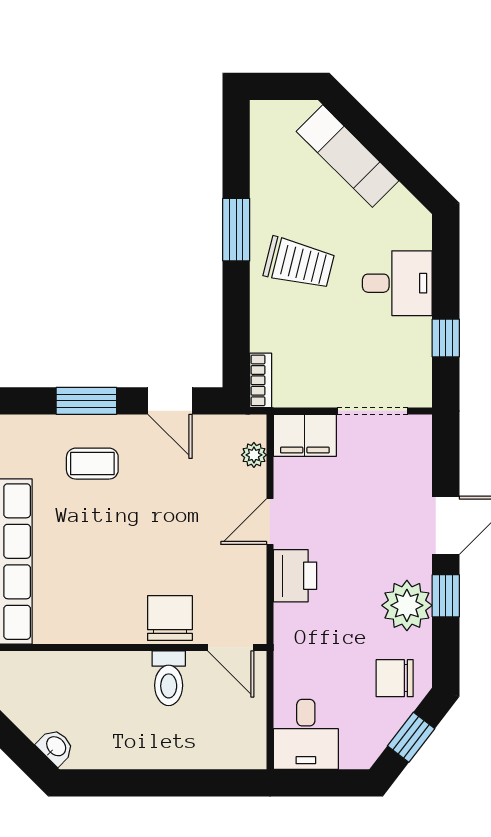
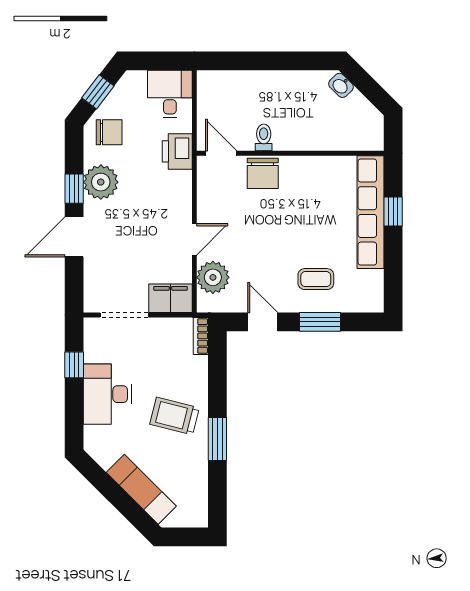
desk: (397, 283) -> (107, 394), width x1.37
plant: (254, 455) -> (213, 277), width x1.87, depth x1.87
printer: (295, 576) -> (177, 151), moved
toilet: (169, 678) -> (264, 137), width x0.73, depth x0.72

